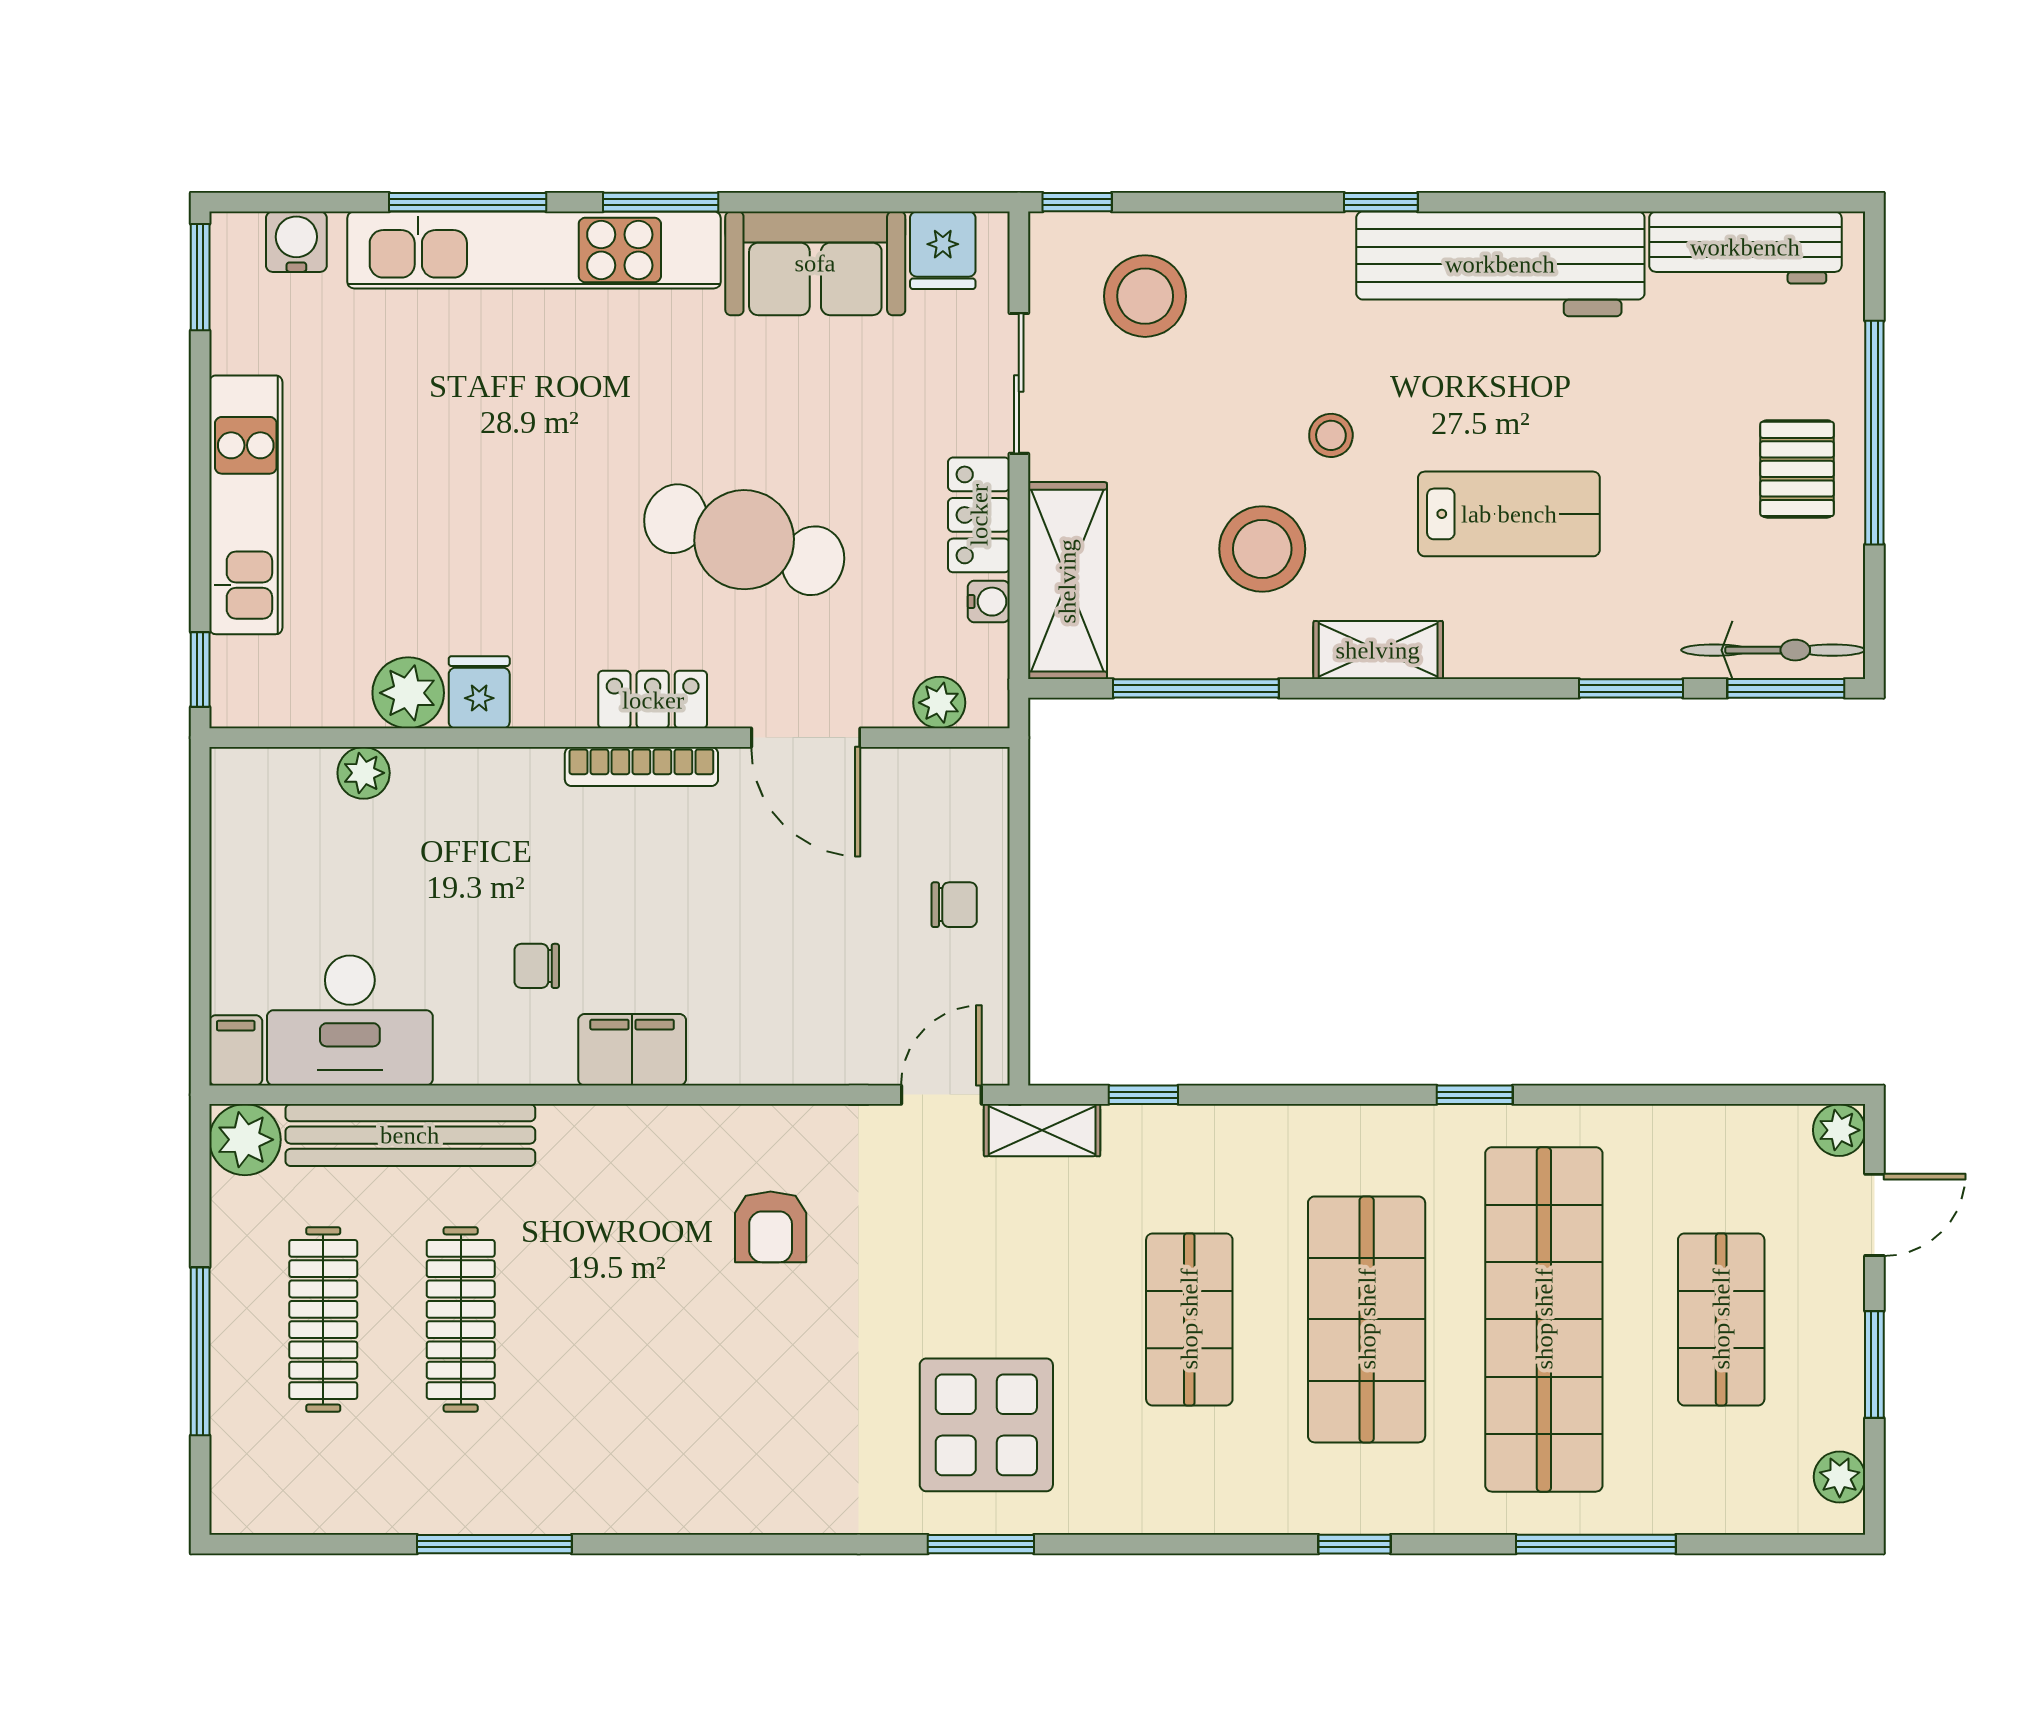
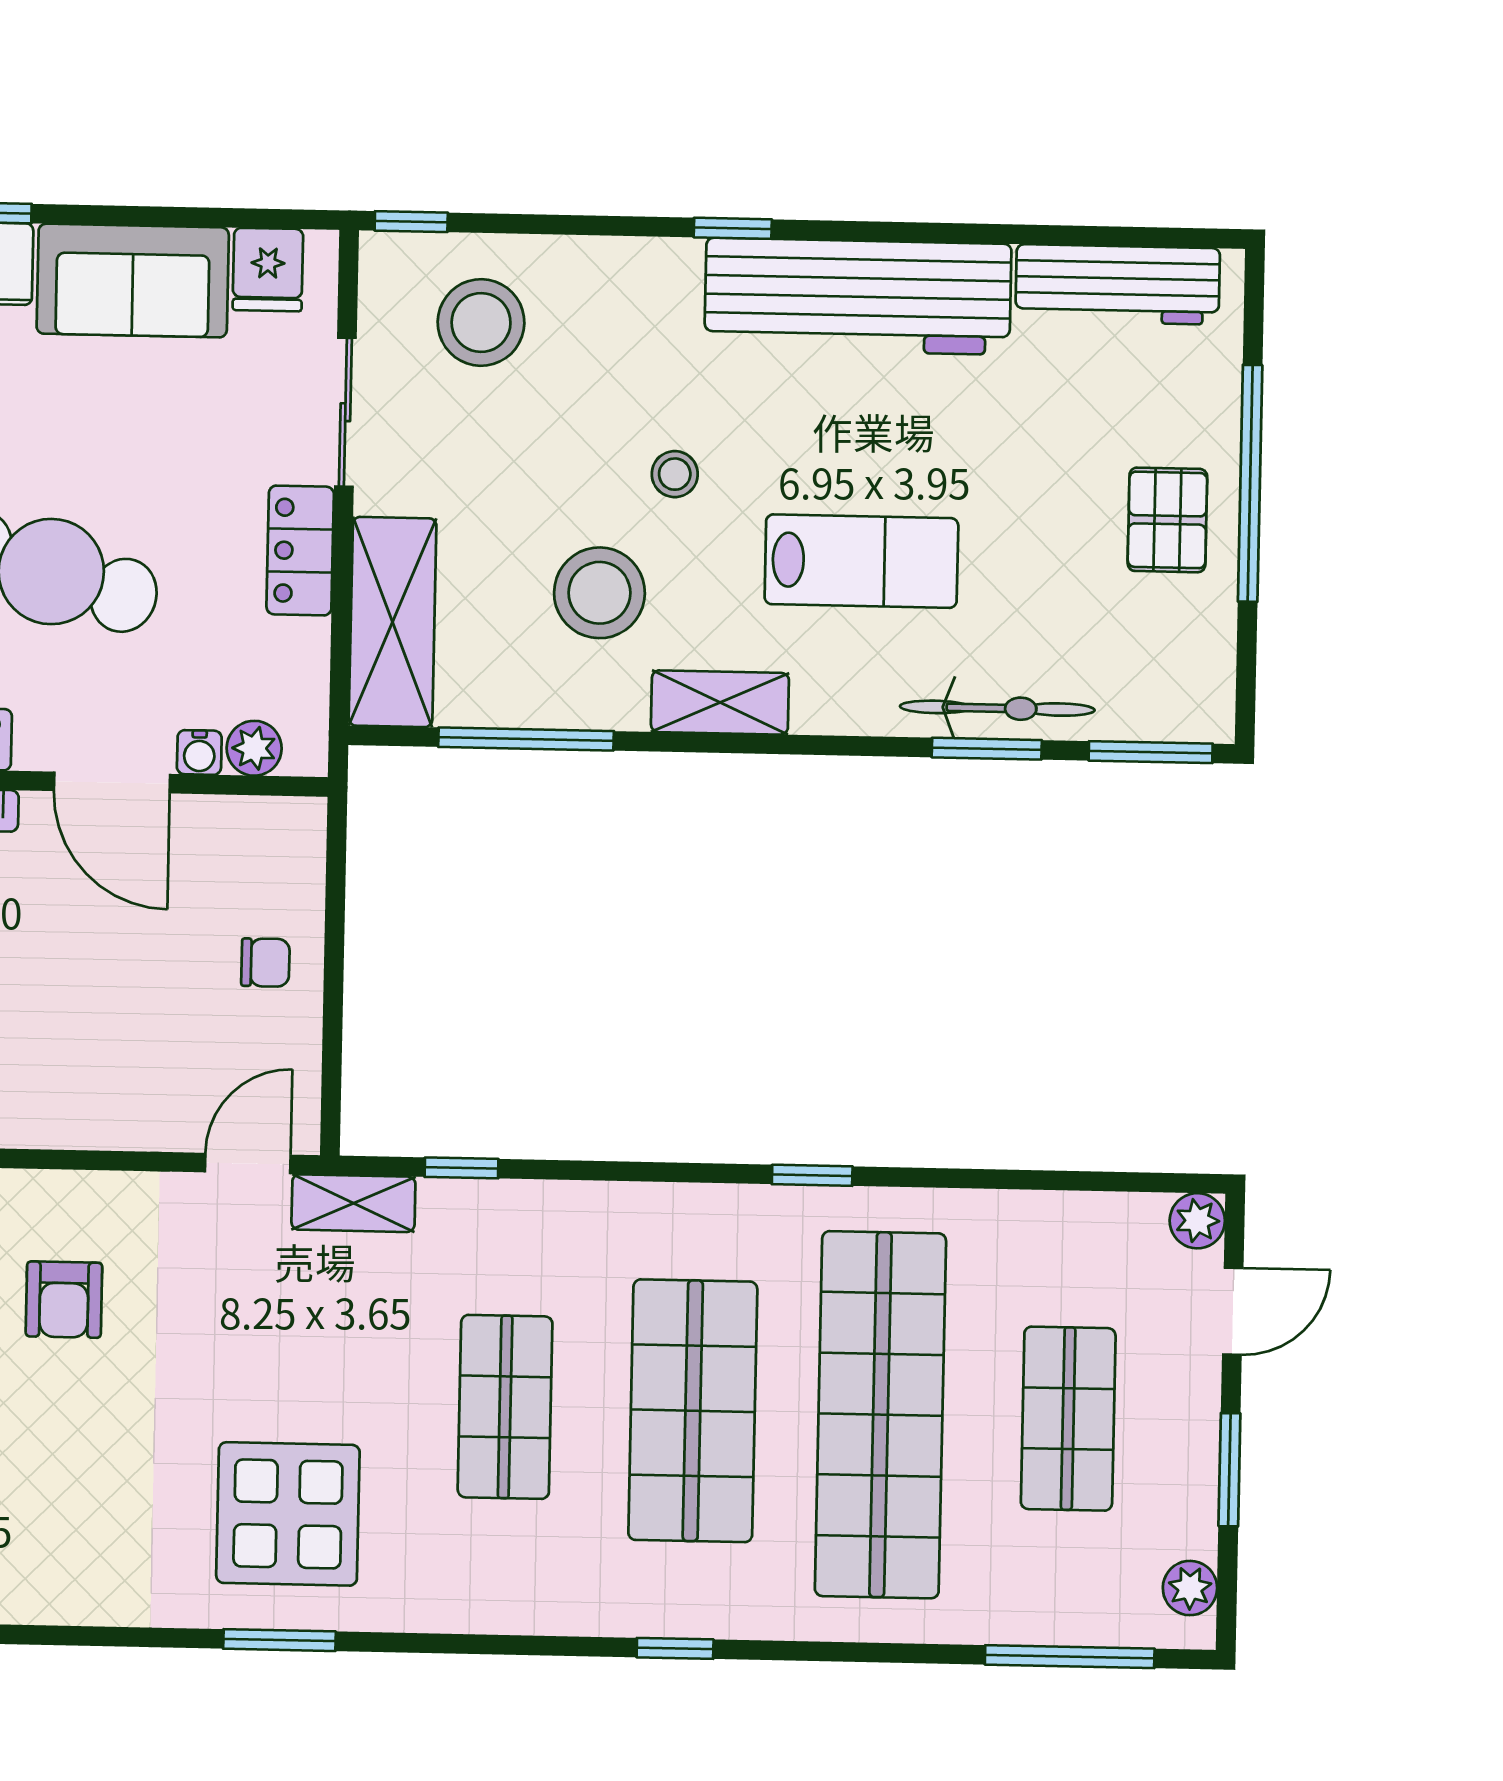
water cooler: (989, 602) -> (199, 752), moved, turned 90
bicycle: (1773, 650) -> (997, 708), moved
window: (1596, 1544) -> (1070, 1657), moved

